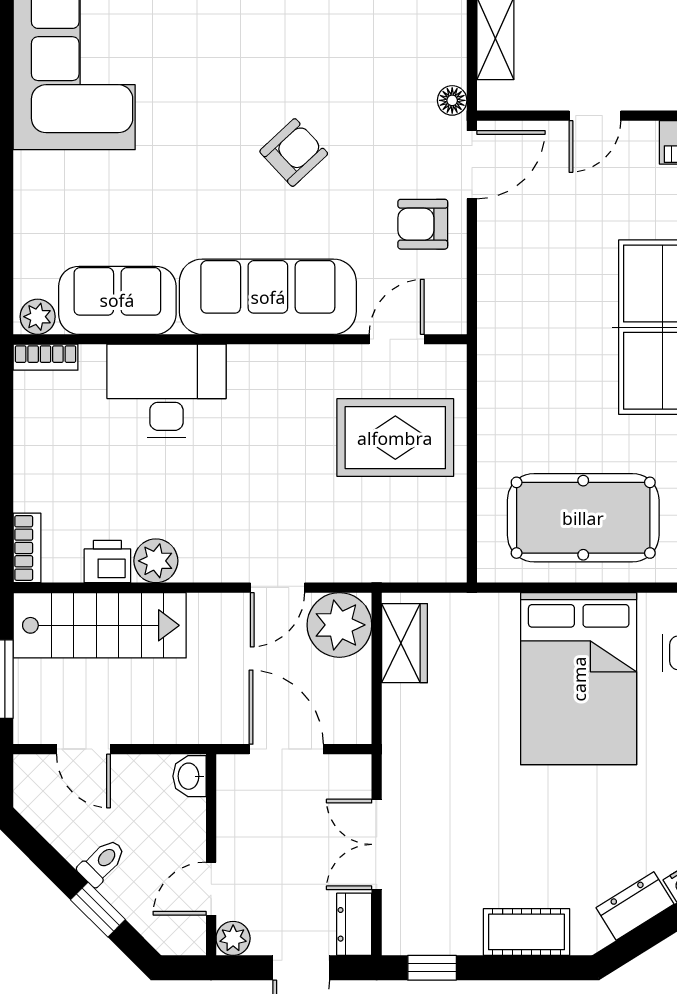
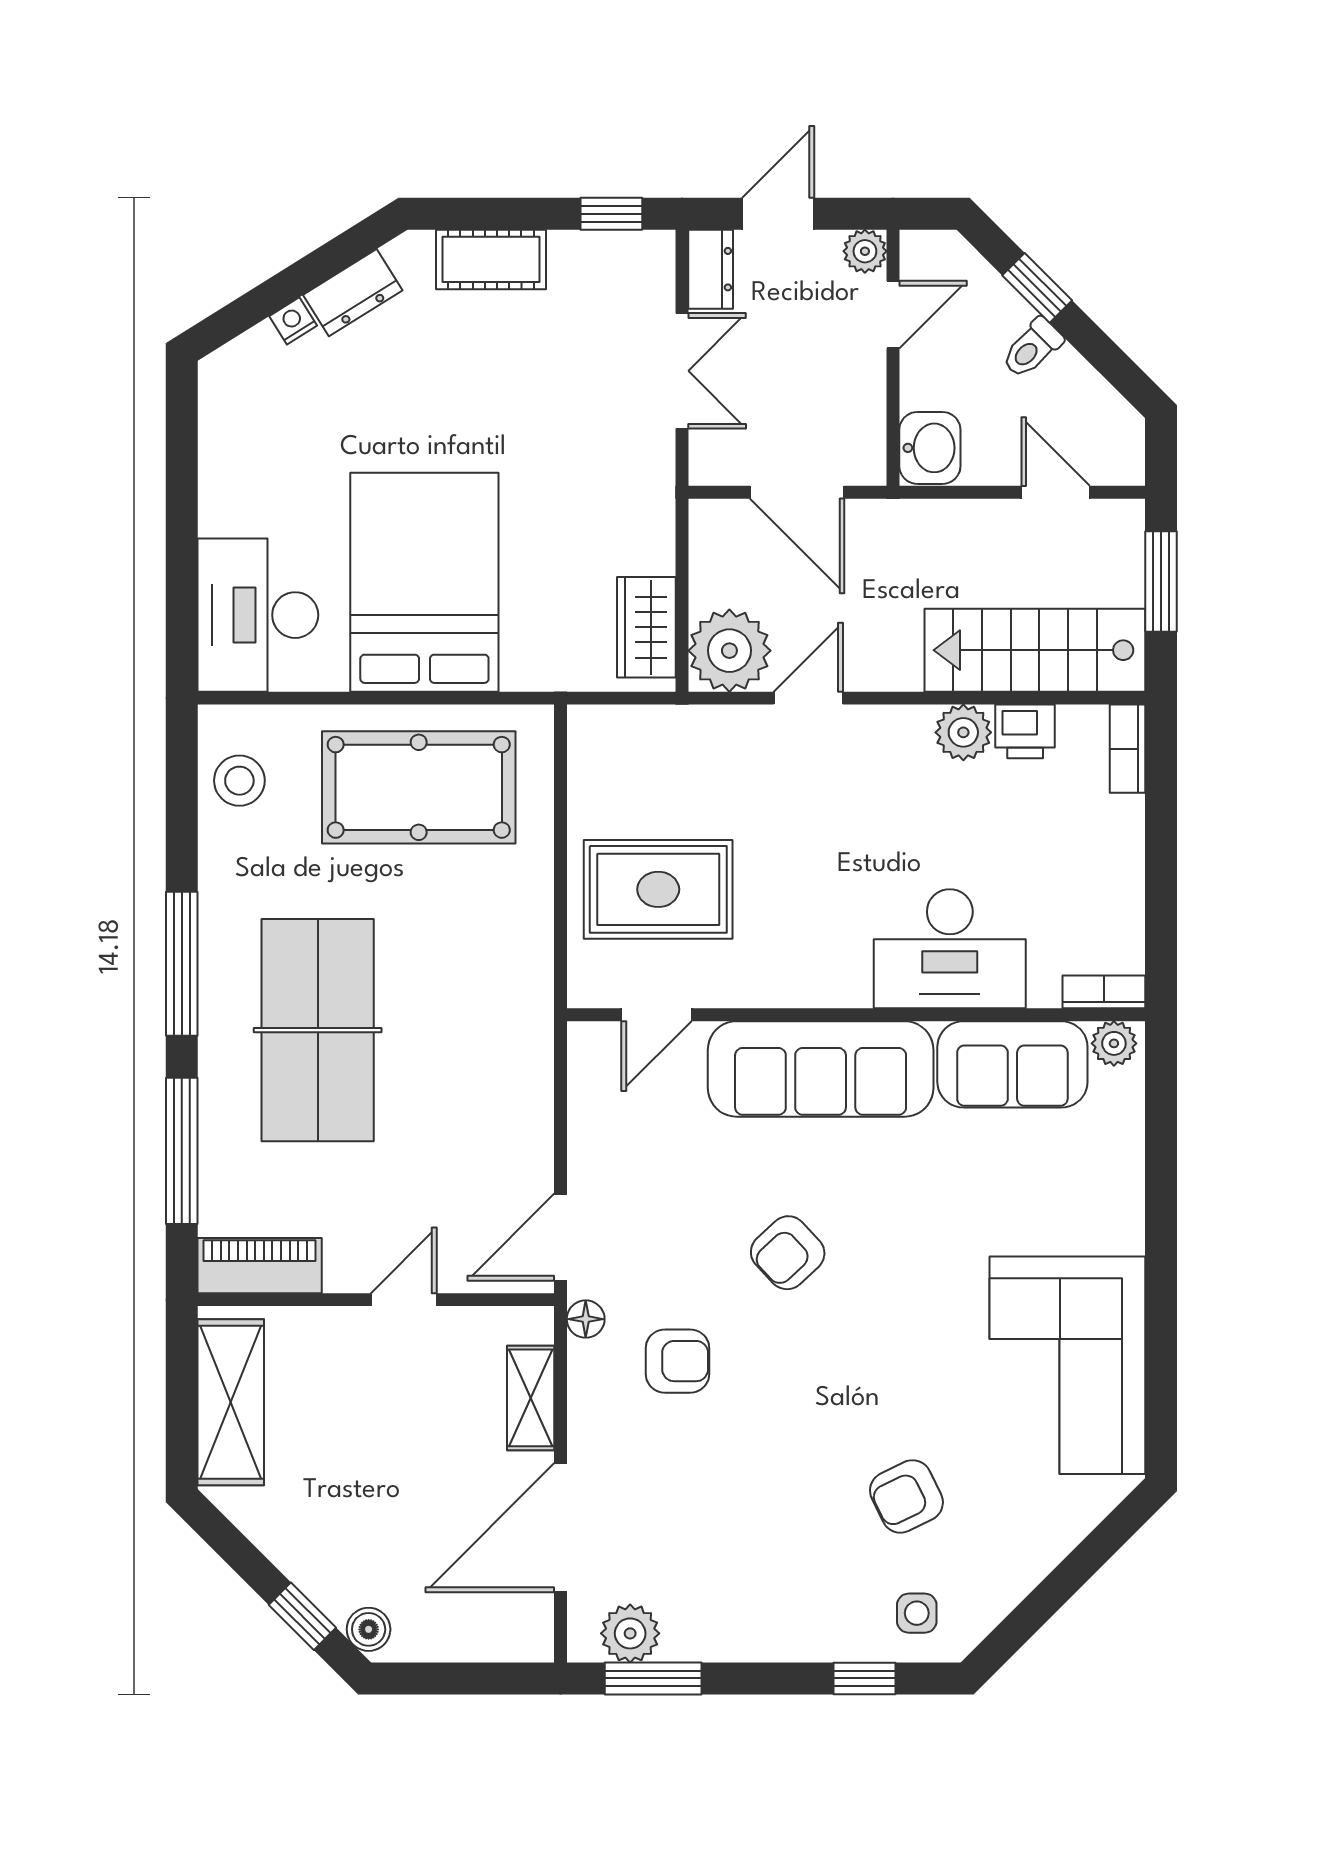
armchair: (423, 224) -> (678, 1361), moved
washbasin: (189, 776) -> (930, 448), width x1.38, depth x1.45

